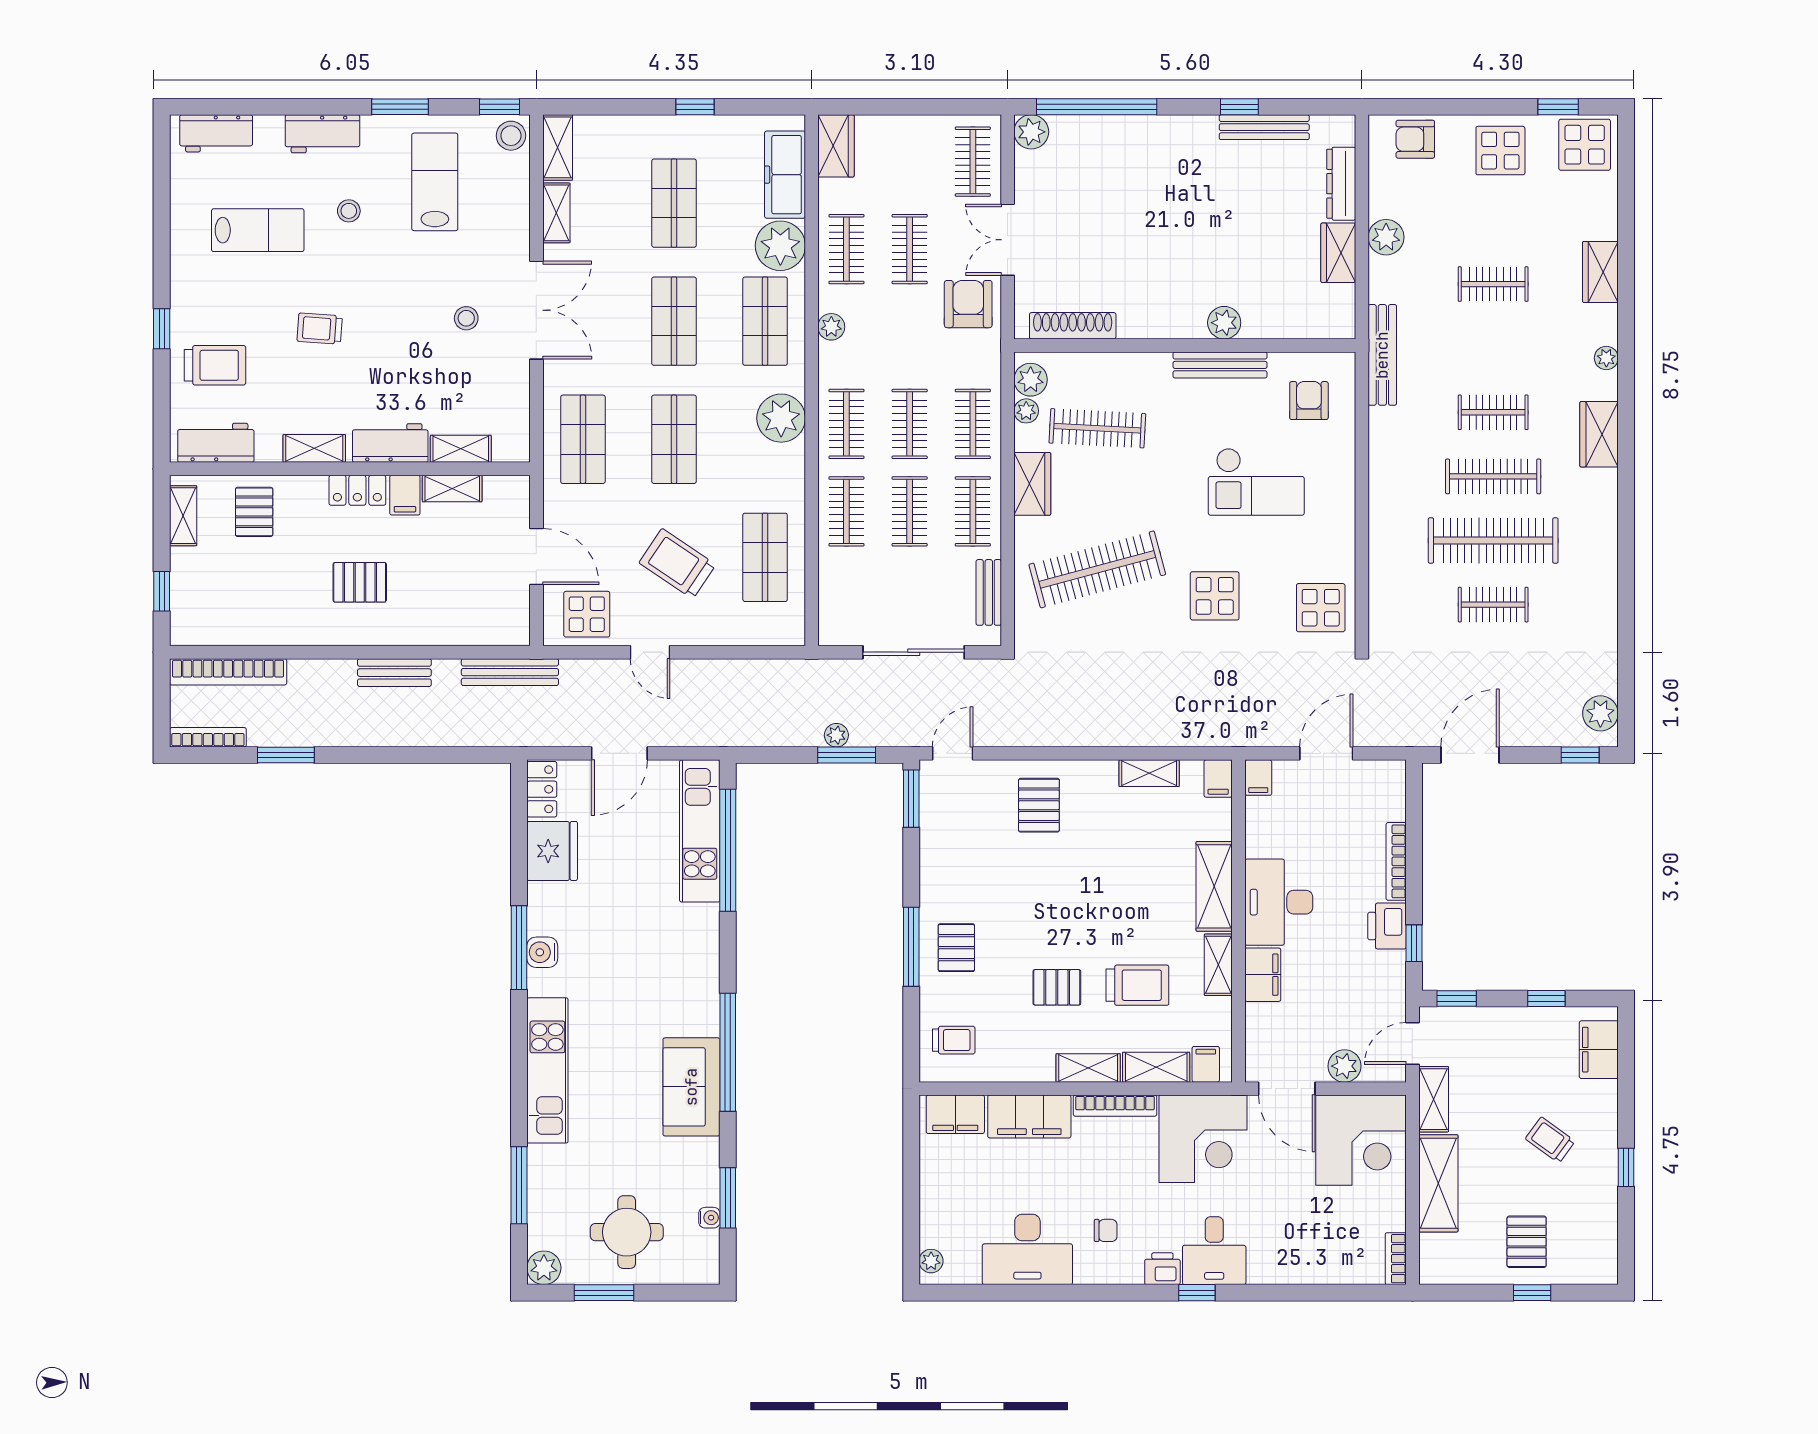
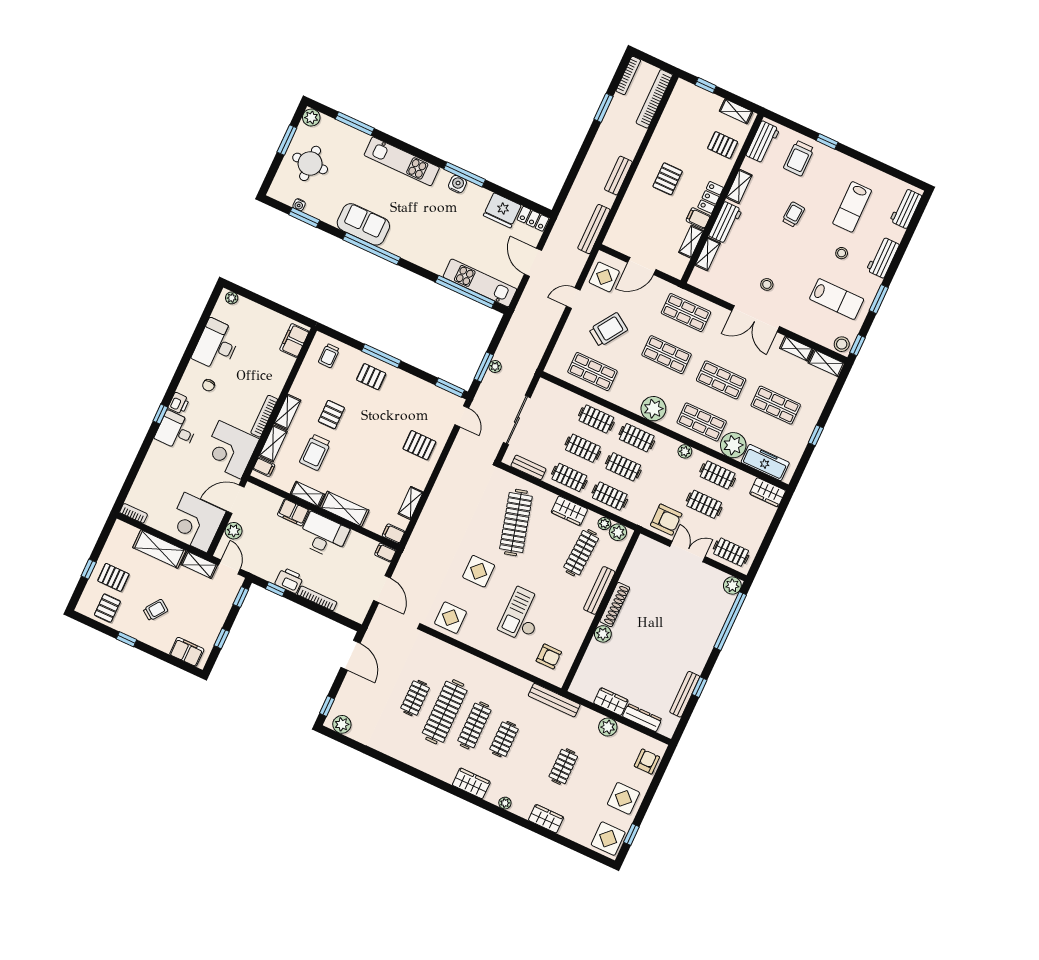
shoe rack: (1073, 326) -> (615, 605), moved
bench: (1220, 365) -> (599, 590), moved
filing cabinet: (1029, 1117) -> (278, 374), removed
pallet: (1586, 1227) -> (107, 608), added

